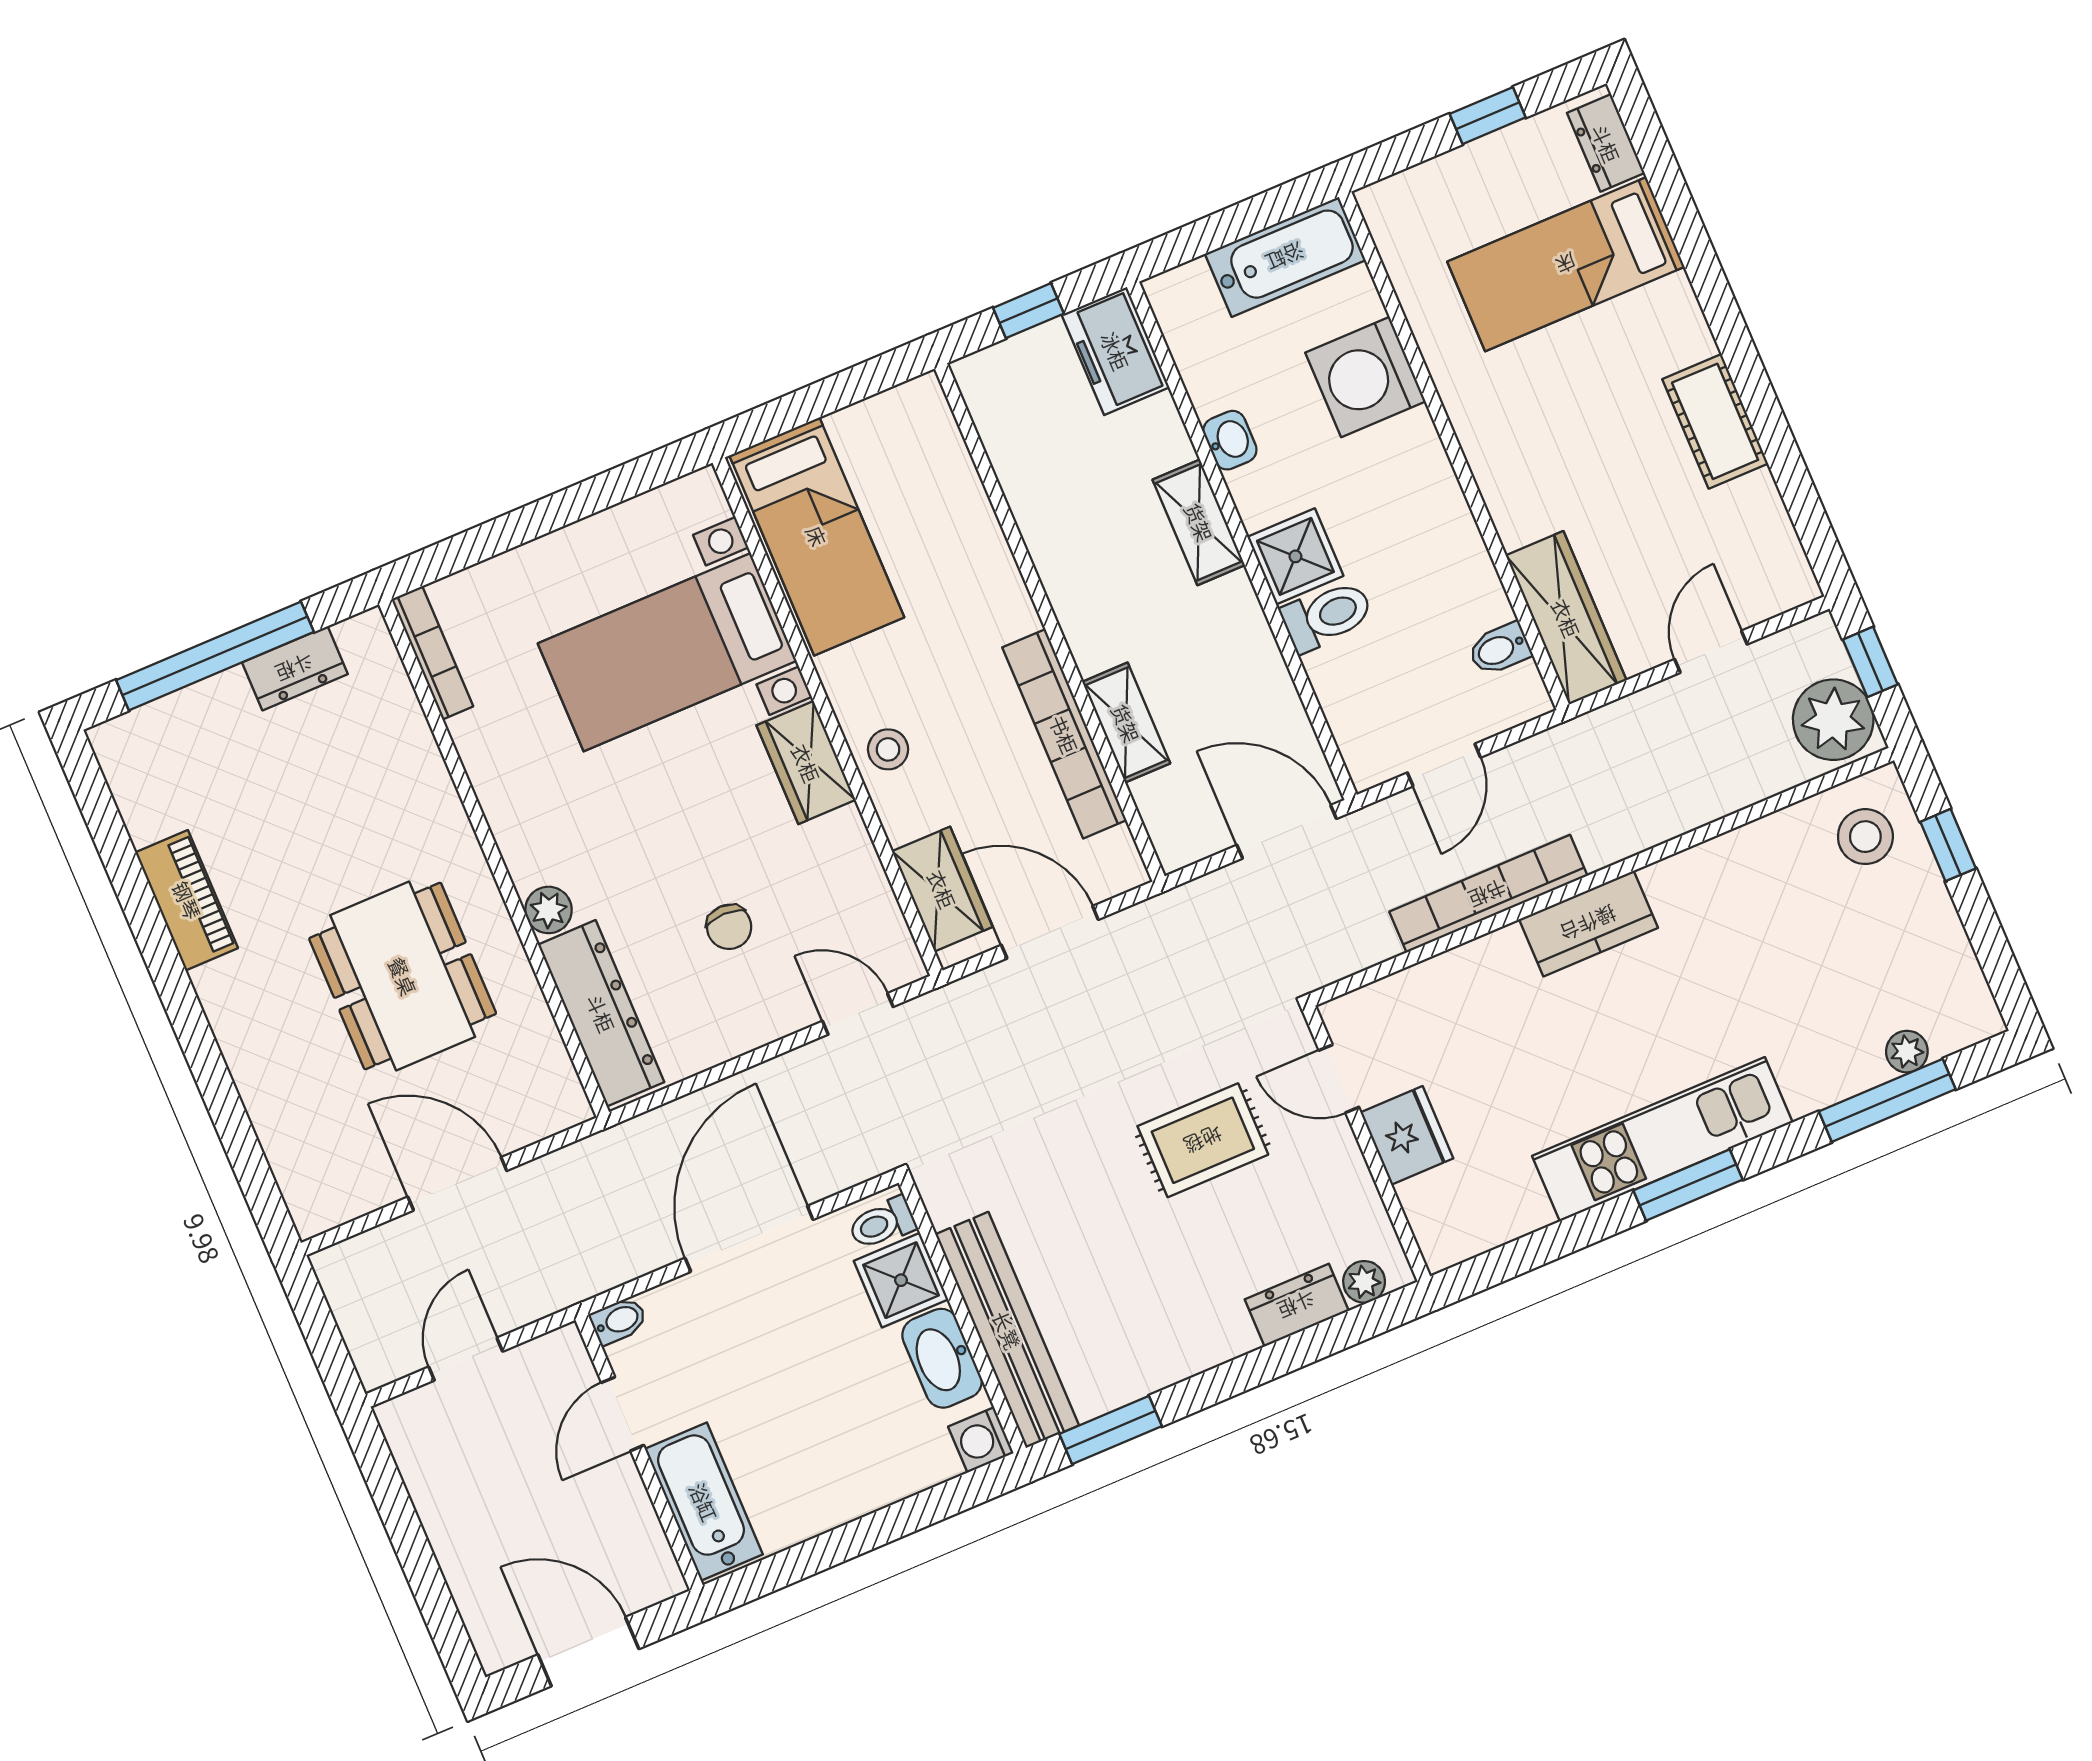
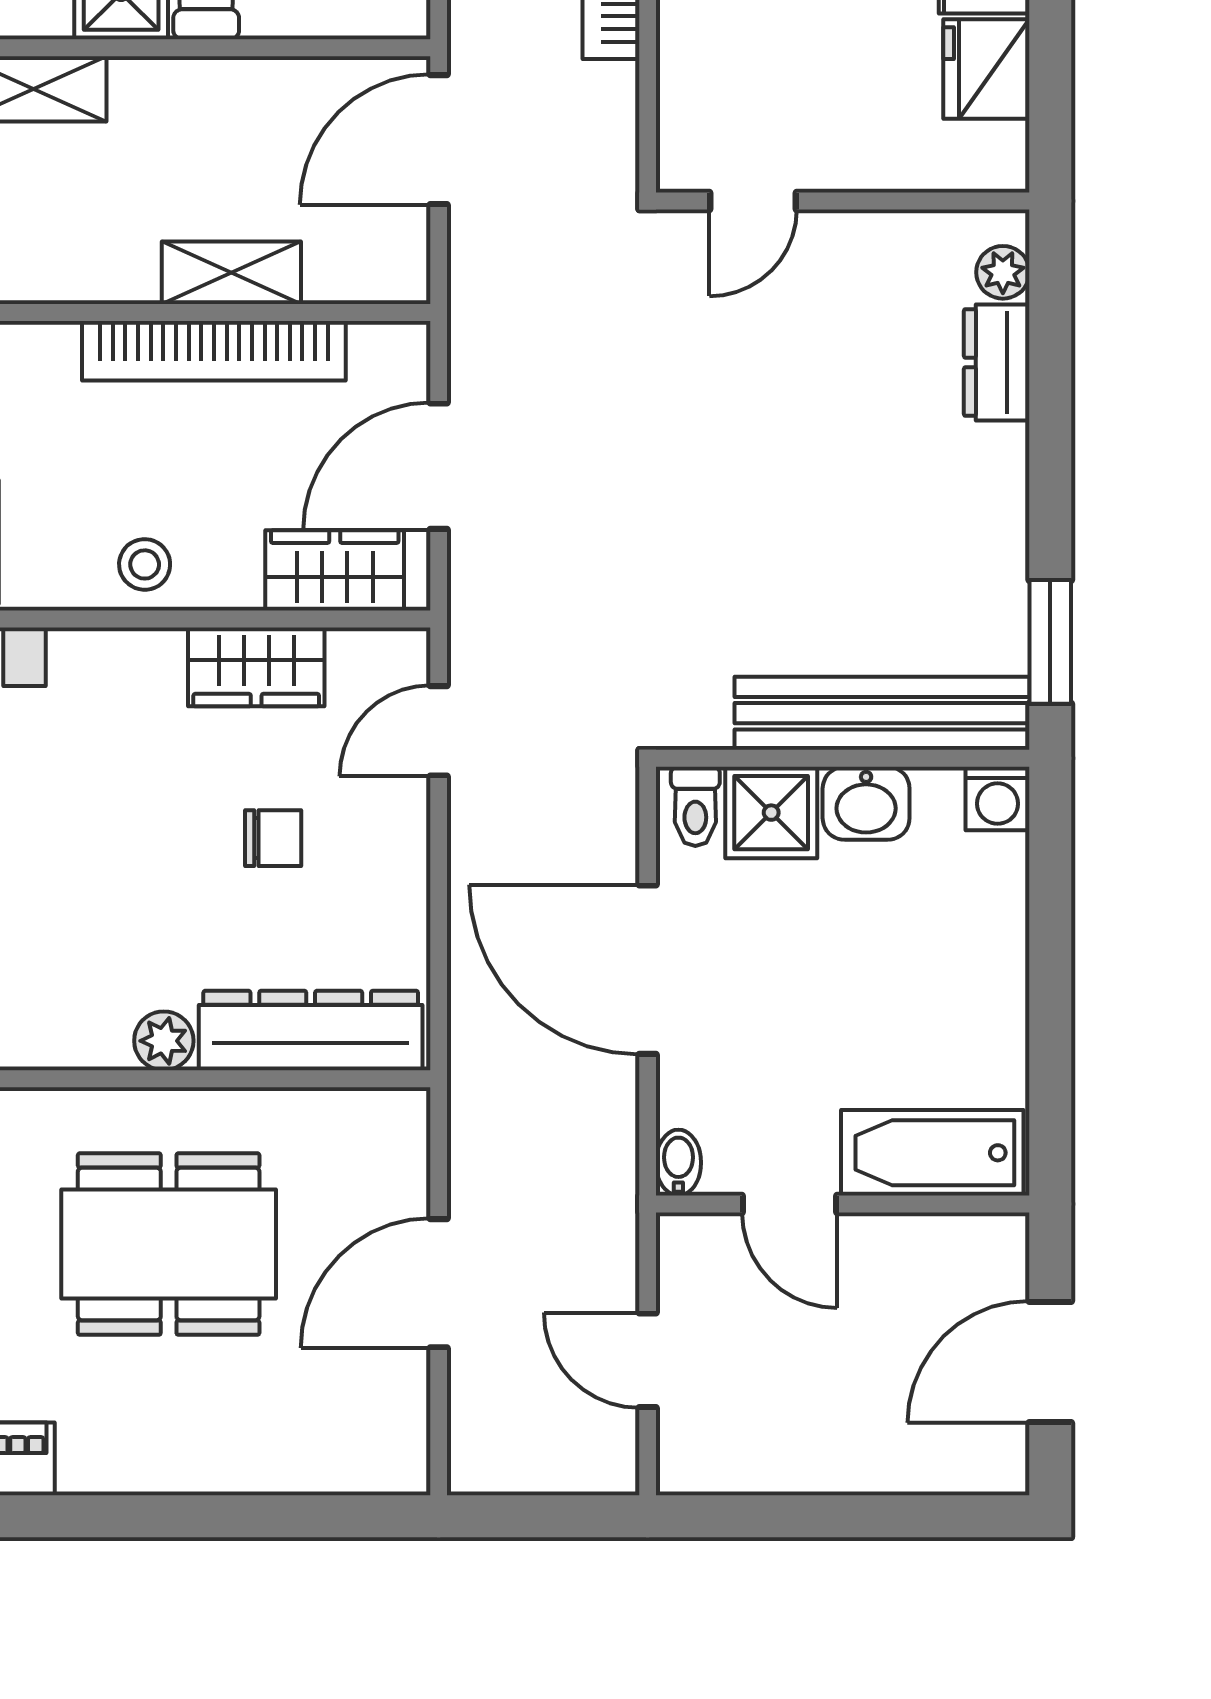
wardrobe: (806, 763) -> (256, 667), moved
fridge: (1407, 1135) -> (986, 69), moved, turned -90
rug: (1203, 1140) -> (757, 390), removed
washbasin: (942, 1358) -> (866, 803), width x0.72

